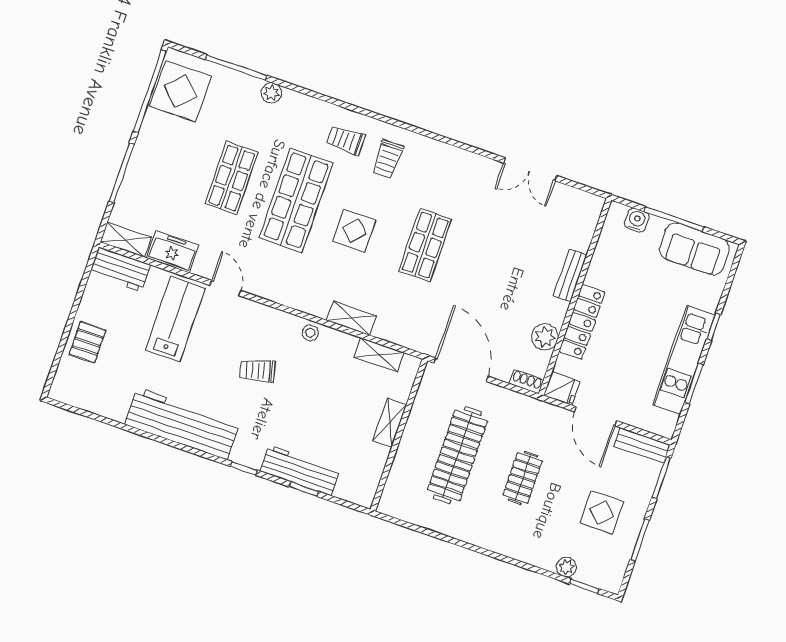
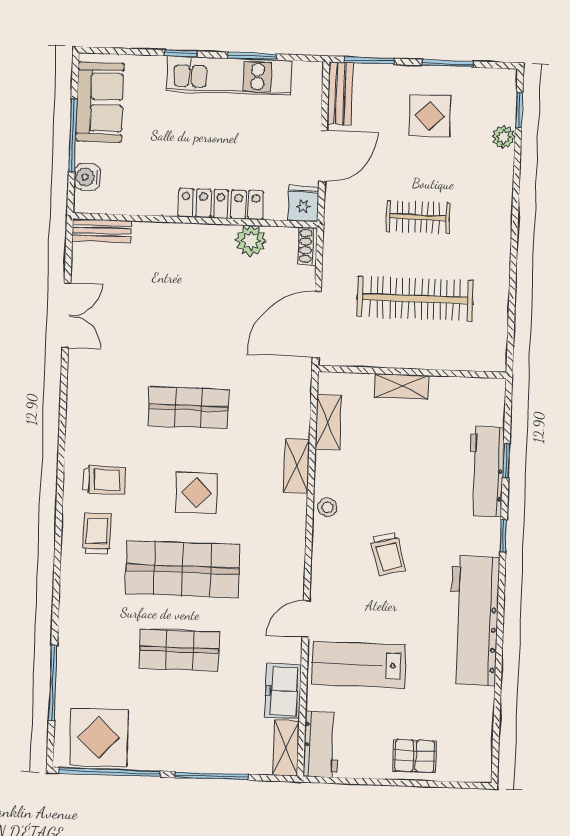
plant: (271, 93) -> (69, 634), removed
trolley: (346, 140) -> (97, 534), turned 180
bench: (570, 275) -> (101, 231), moved

